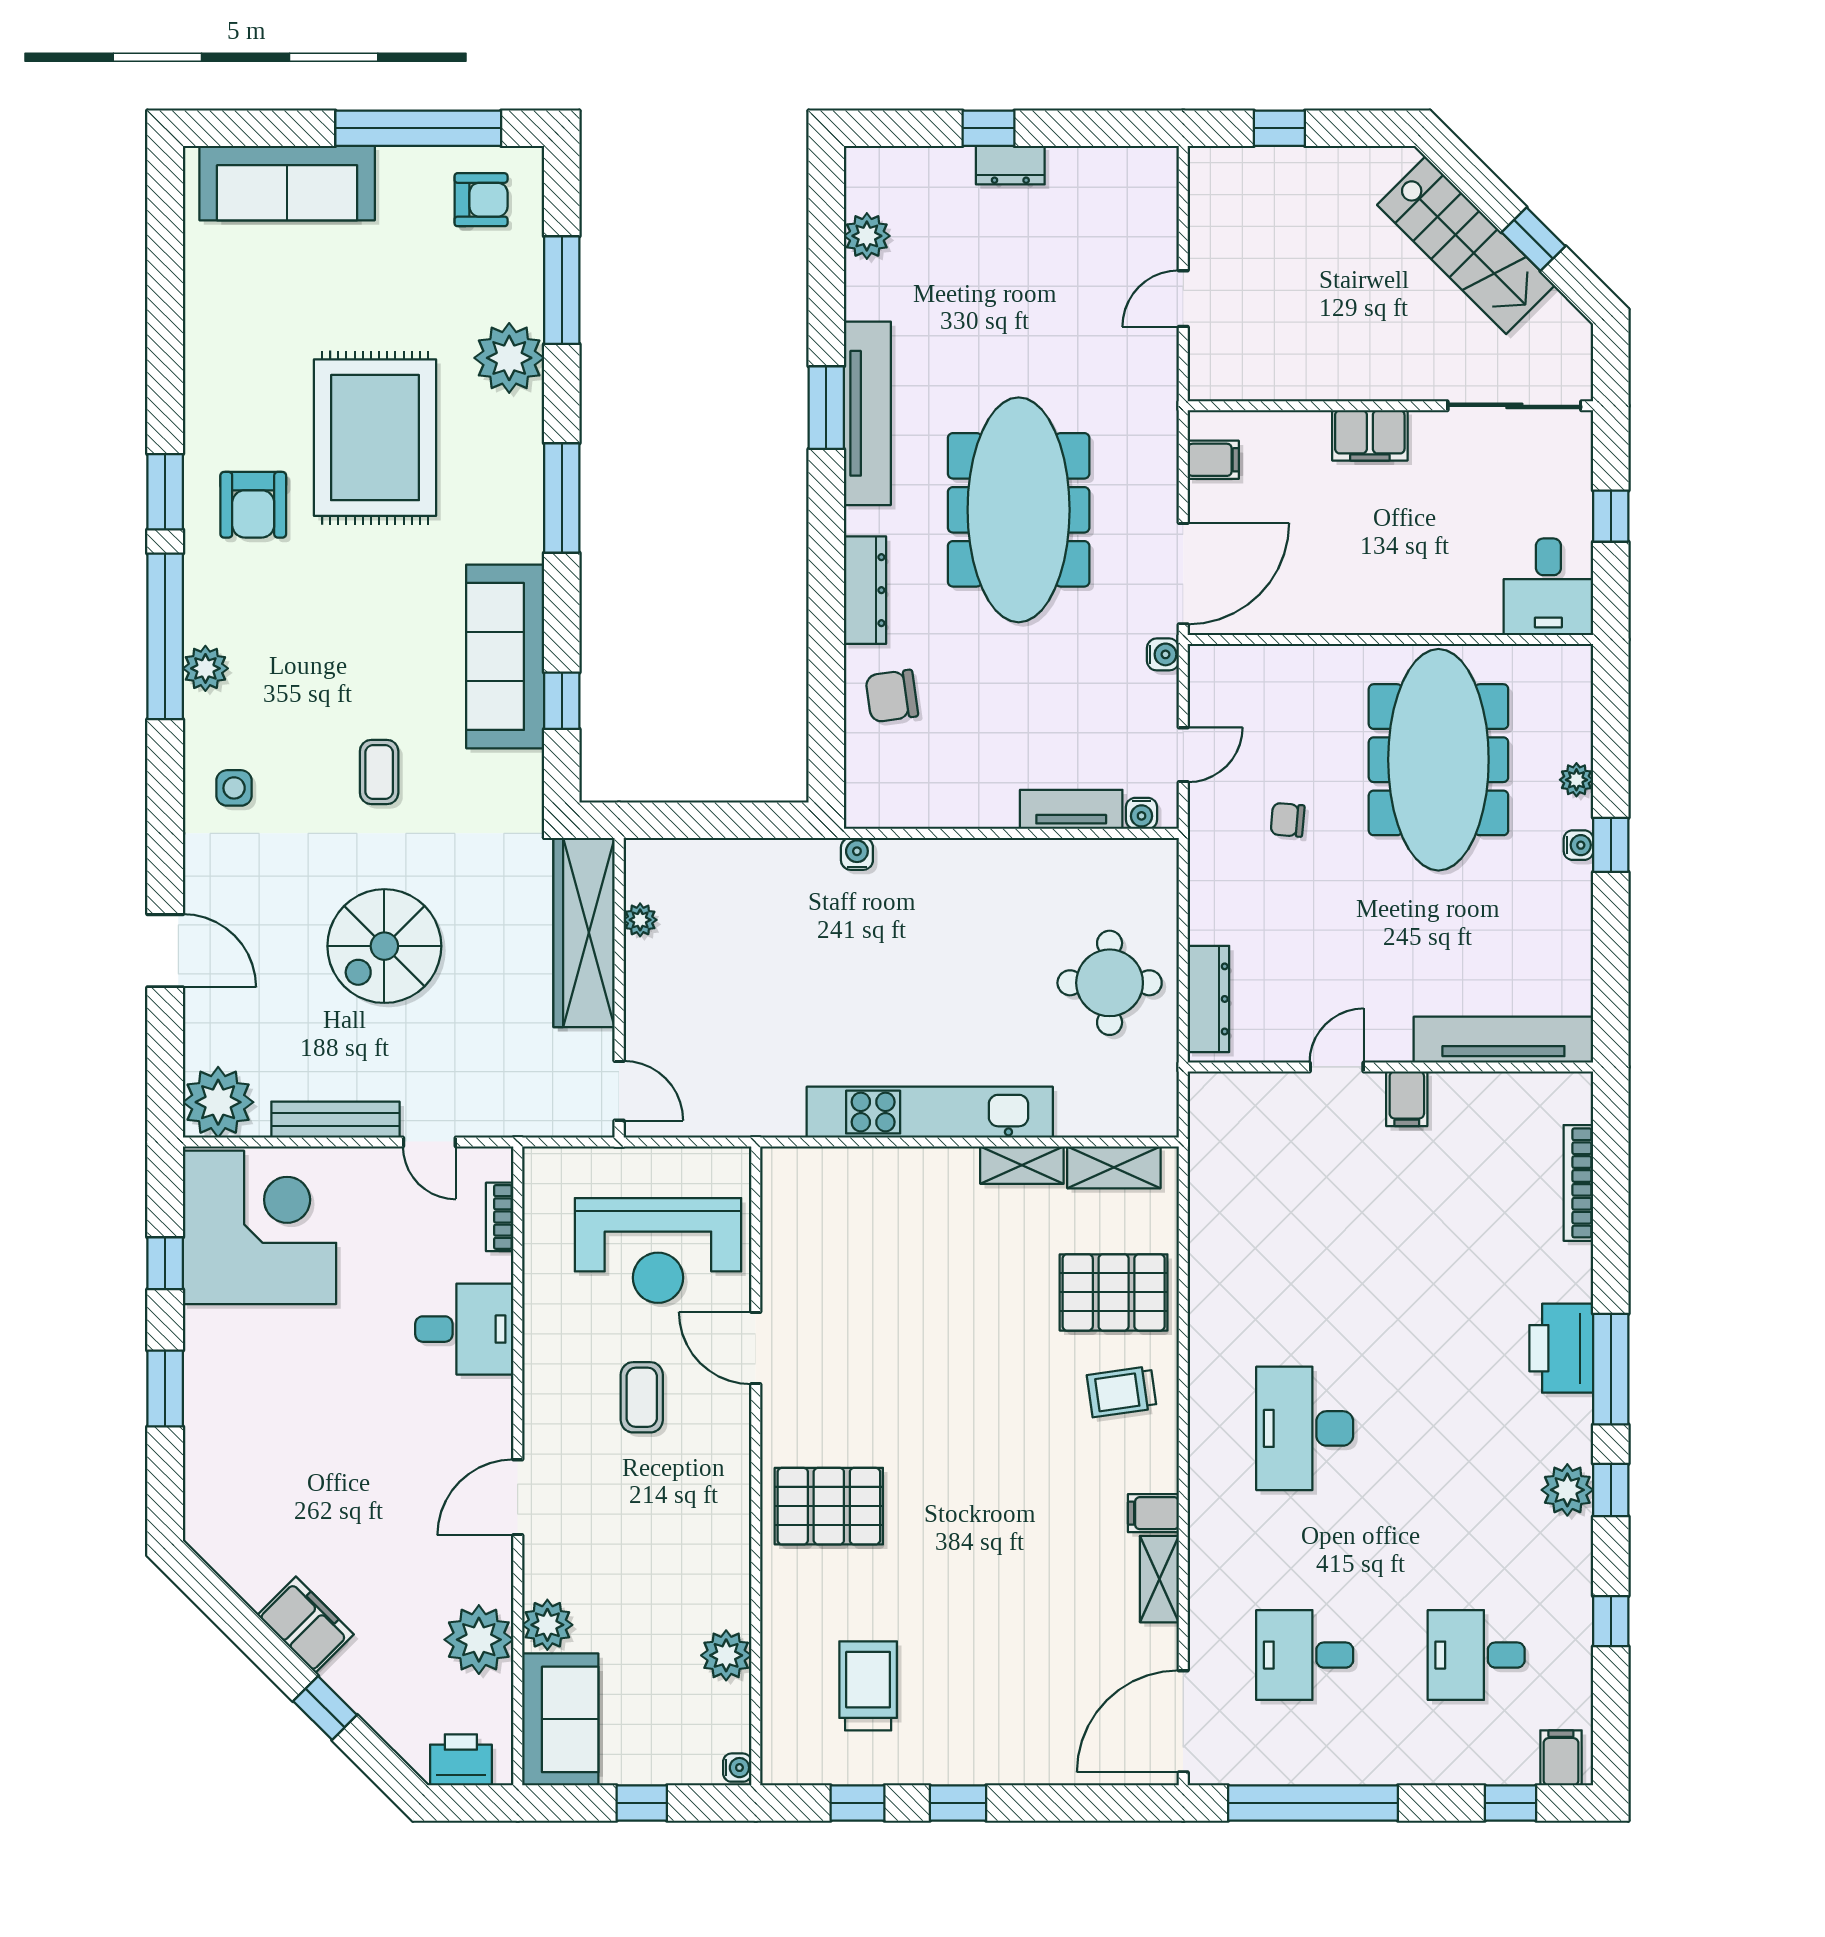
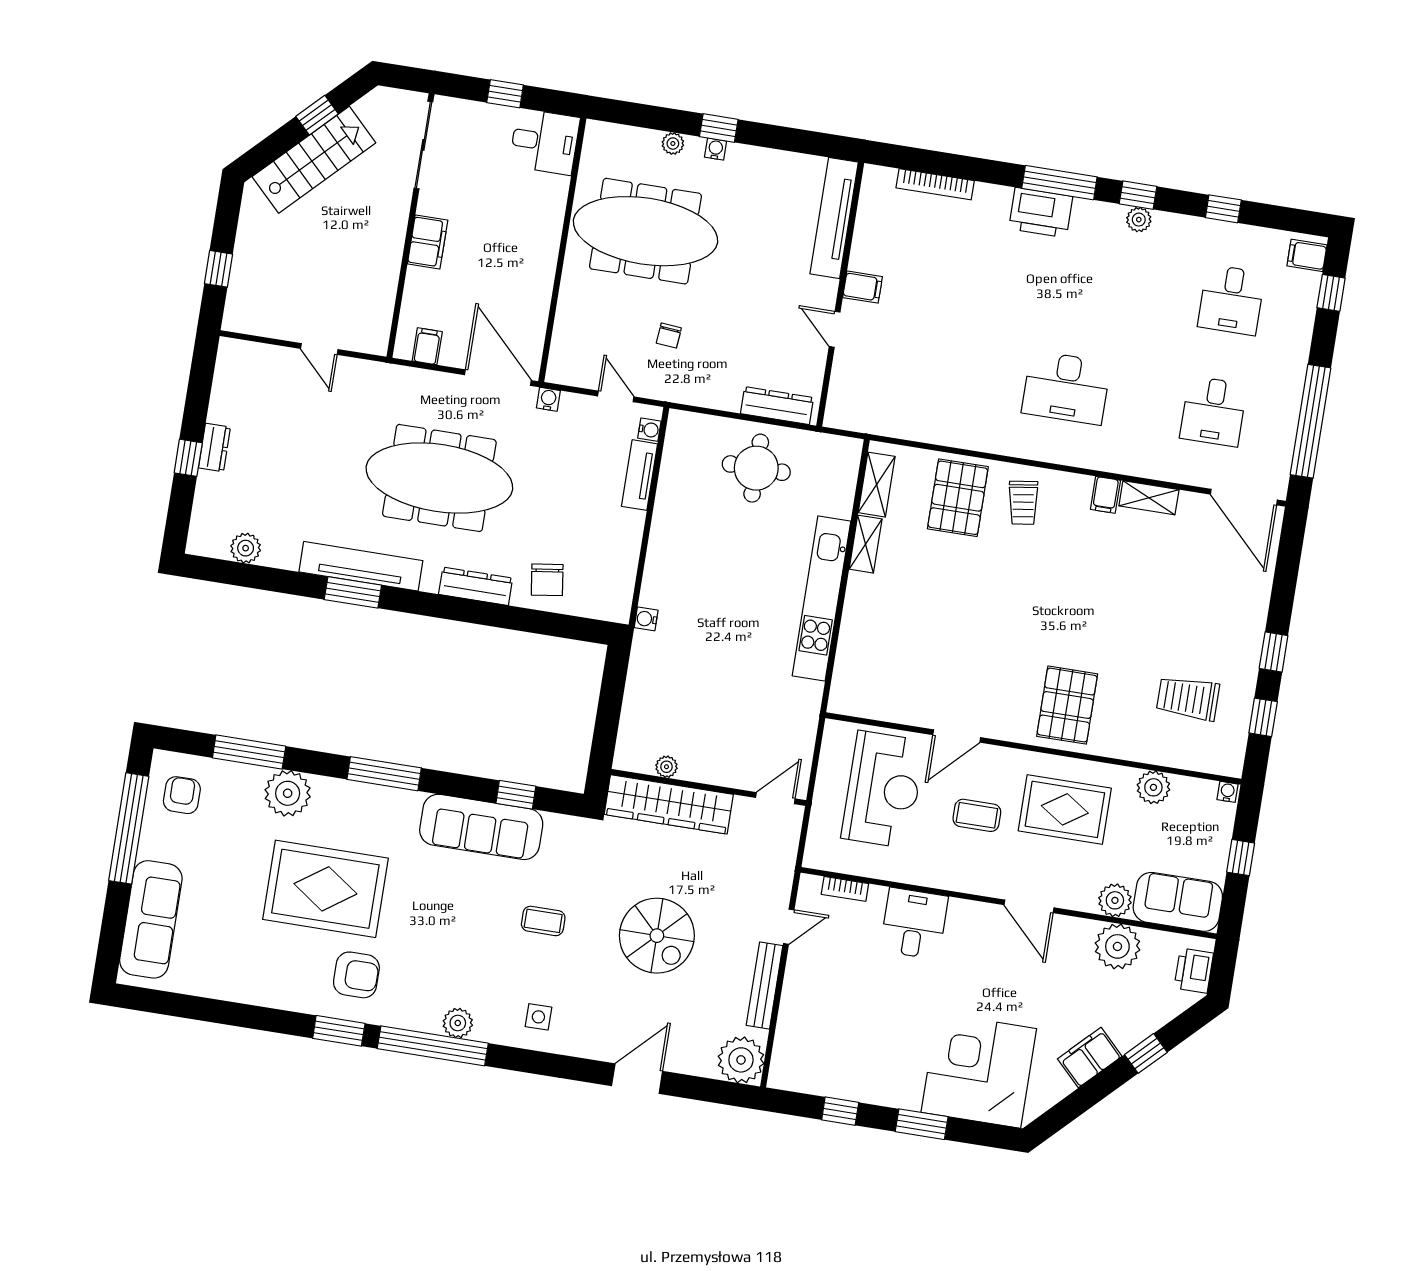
corner desk: (259, 1227) -> (979, 1070), moved
plant: (1567, 1490) -> (1139, 220), width x0.73, depth x0.73
rug: (672, 1528) -> (1065, 809), added

